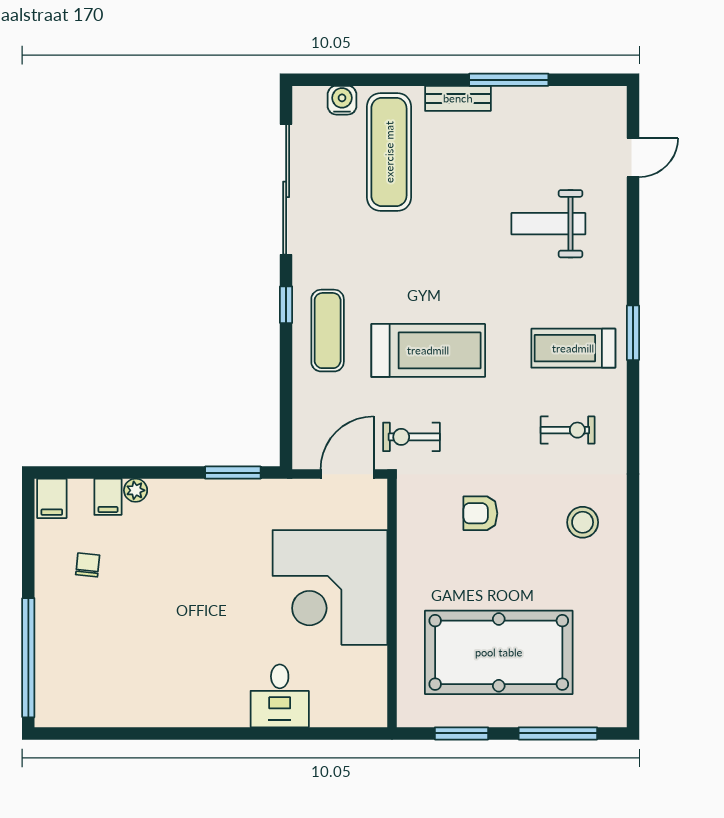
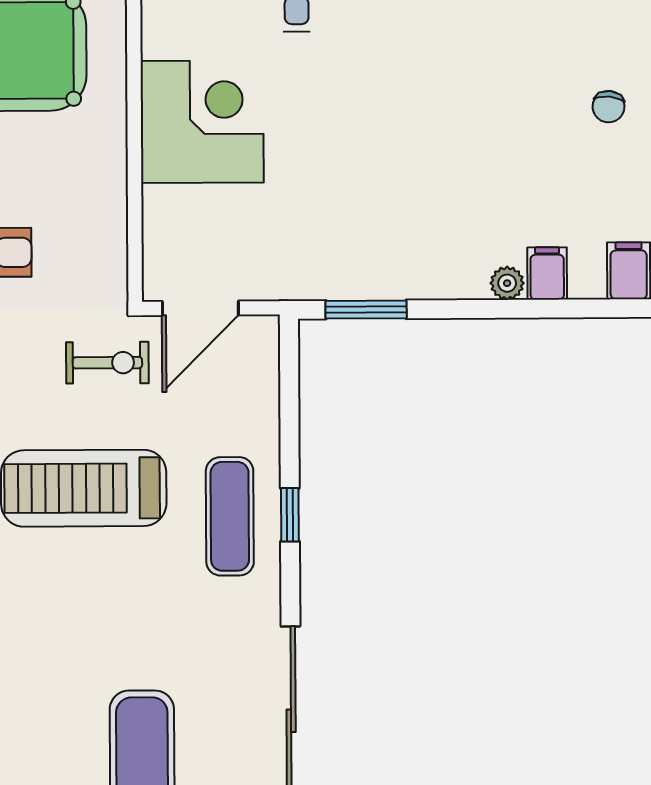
window: (286, 305) -> (290, 515), moved
chair: (88, 565) -> (608, 107), moved
corner desk: (330, 587) -> (202, 122), width x0.74, depth x0.74

